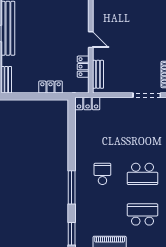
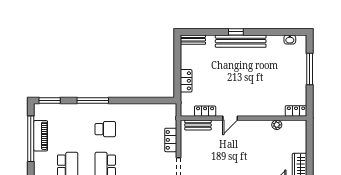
locker: (88, 103) -> (171, 140), moved

